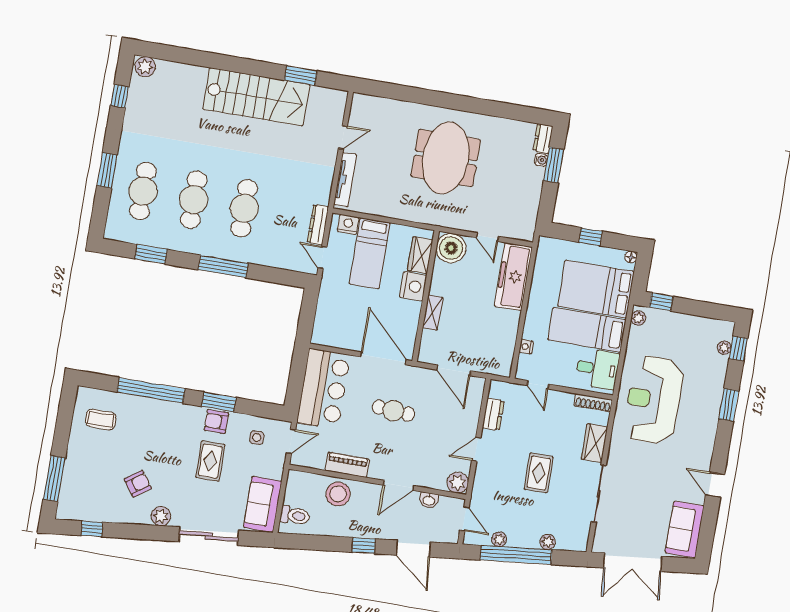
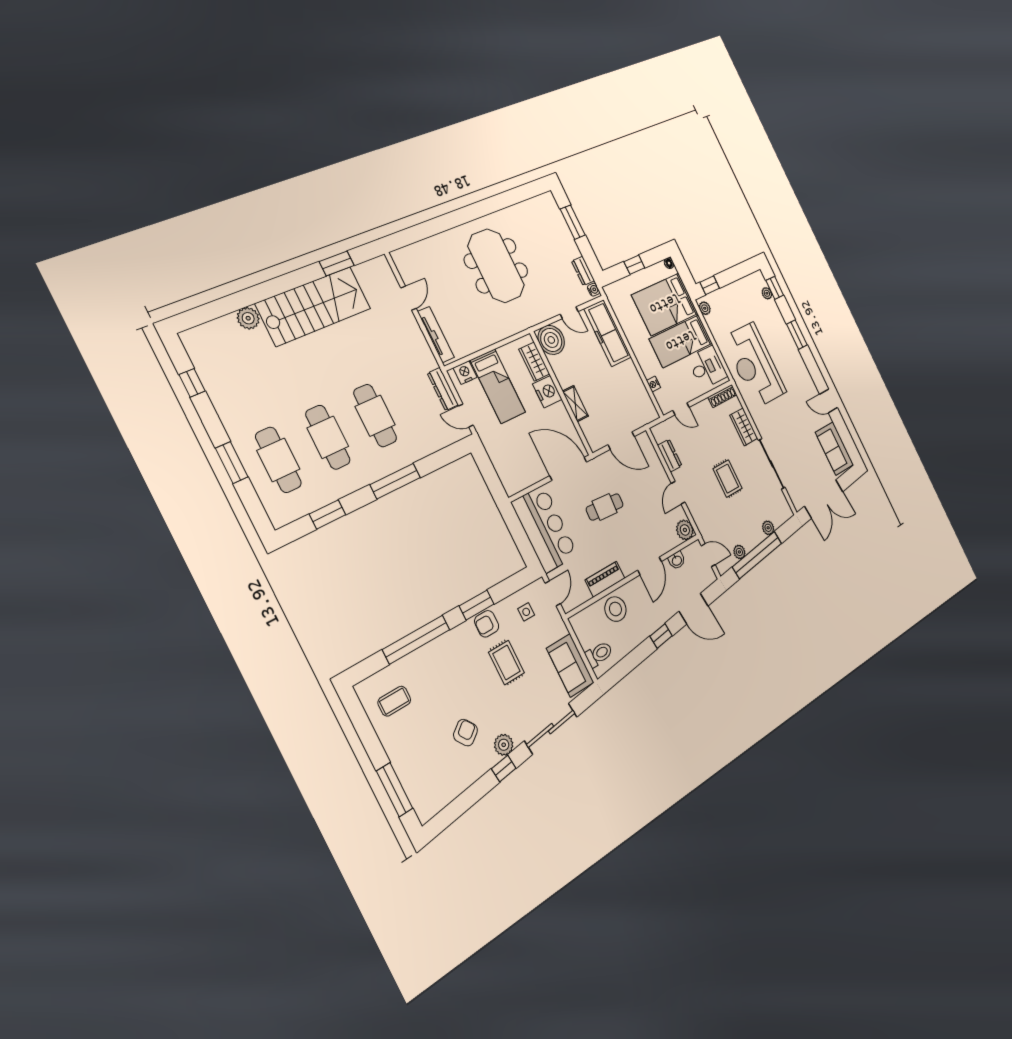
plant: (145, 67) -> (248, 318), moved
dresser: (543, 138) -> (583, 271), moved
water cooler: (541, 160) -> (594, 290), moved
window: (92, 529) -> (504, 768), moved

